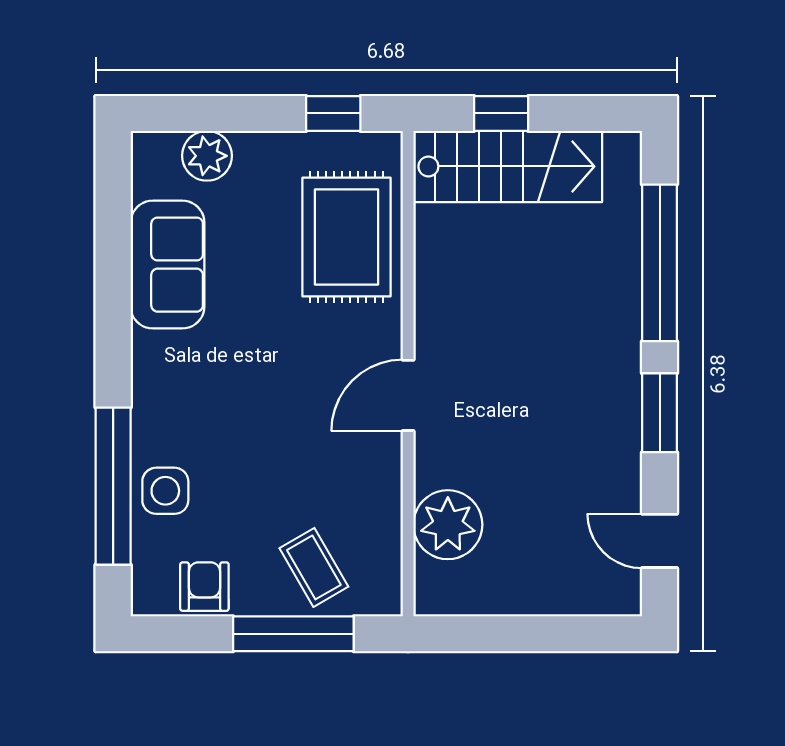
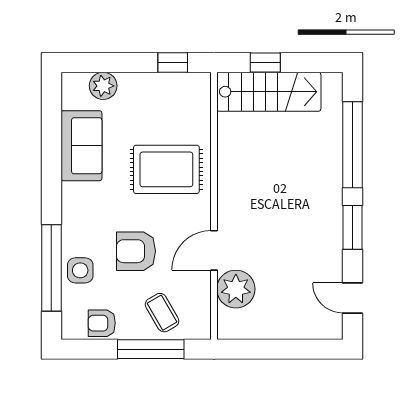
rug: (346, 237) -> (166, 169), moved, turned 90
door: (408, 395) -> (214, 250), moved
armchair: (267, 456) -> (136, 251), added
armchair: (204, 587) -> (102, 323), turned -90

